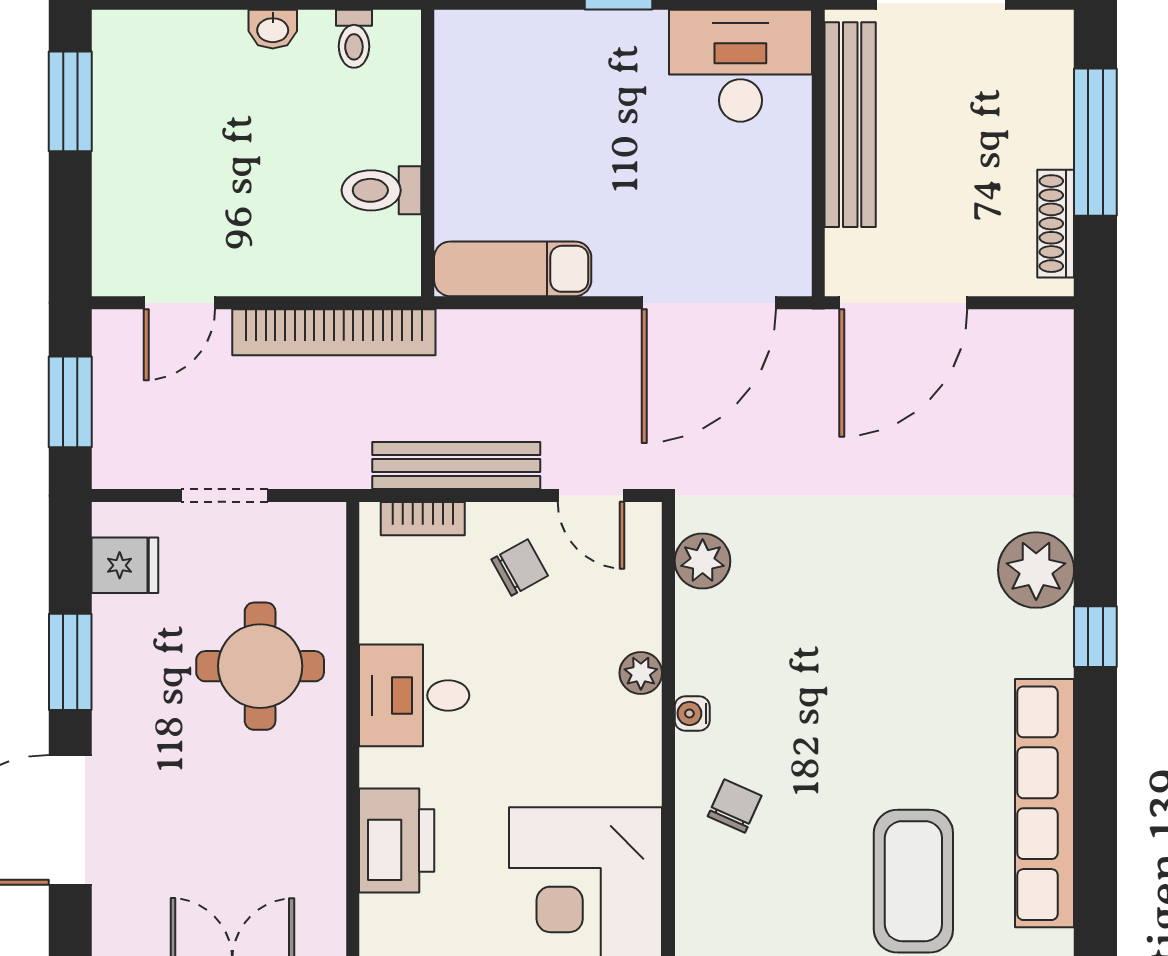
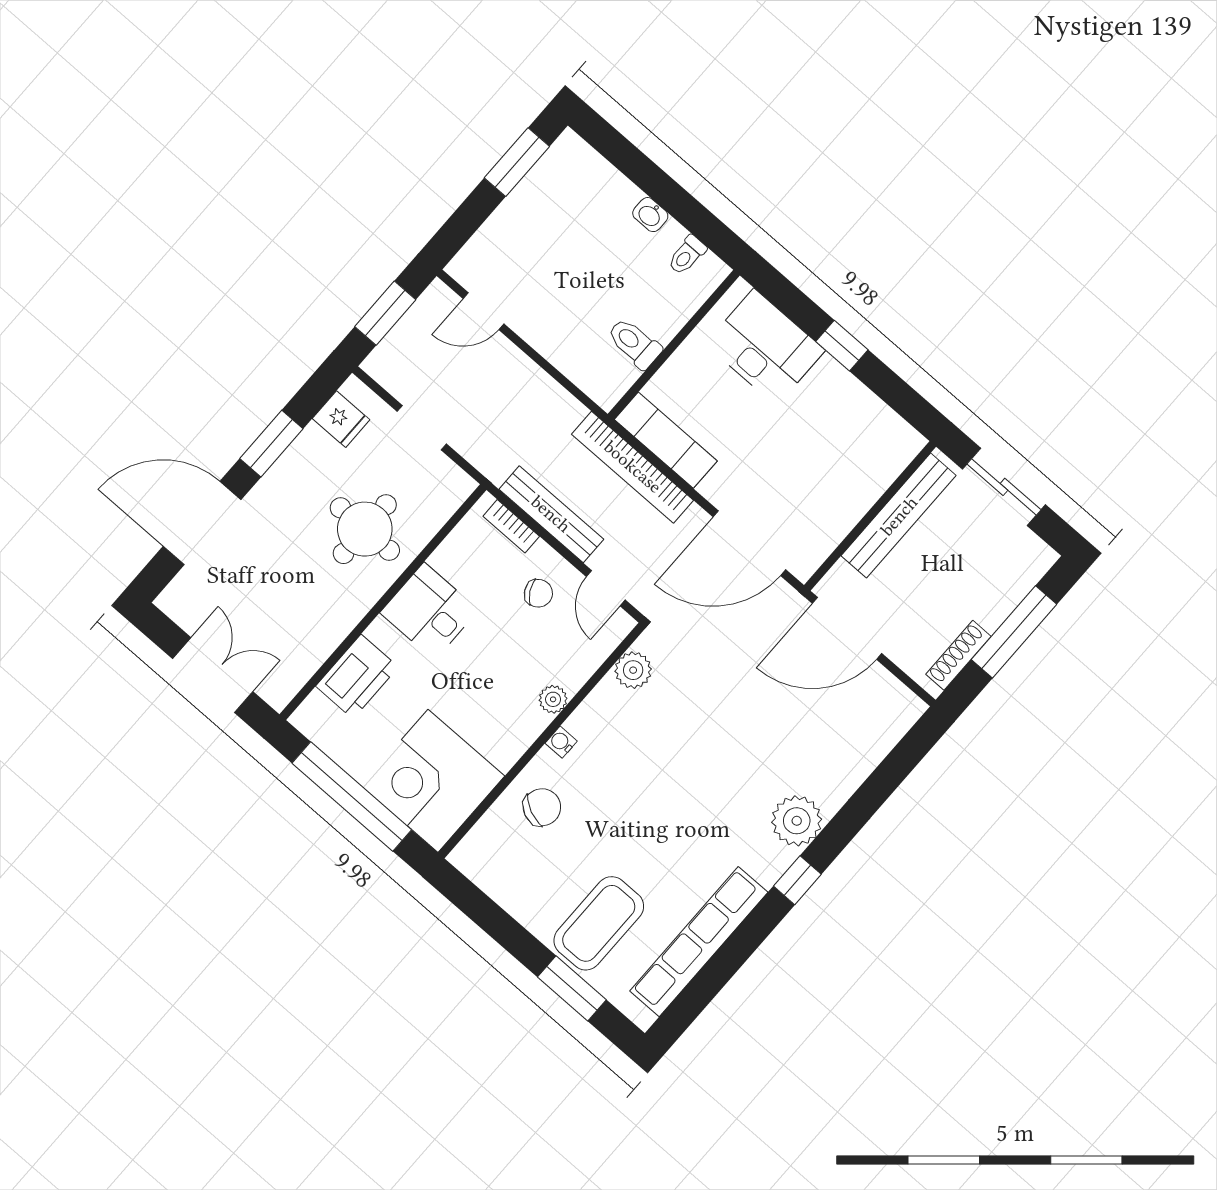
desk: (740, 66) -> (765, 347), moved
bookcase: (334, 332) -> (633, 467), moved
chair: (735, 806) -> (542, 807), width x1.37, depth x1.37

